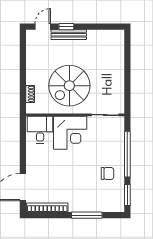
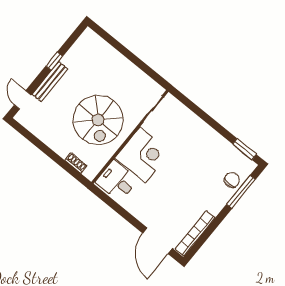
window: (66, 27) -> (54, 61), moved
window: (127, 154) -> (206, 118), removed
chair: (107, 173) -> (232, 180), moved
window: (87, 215) -> (241, 192), moved

